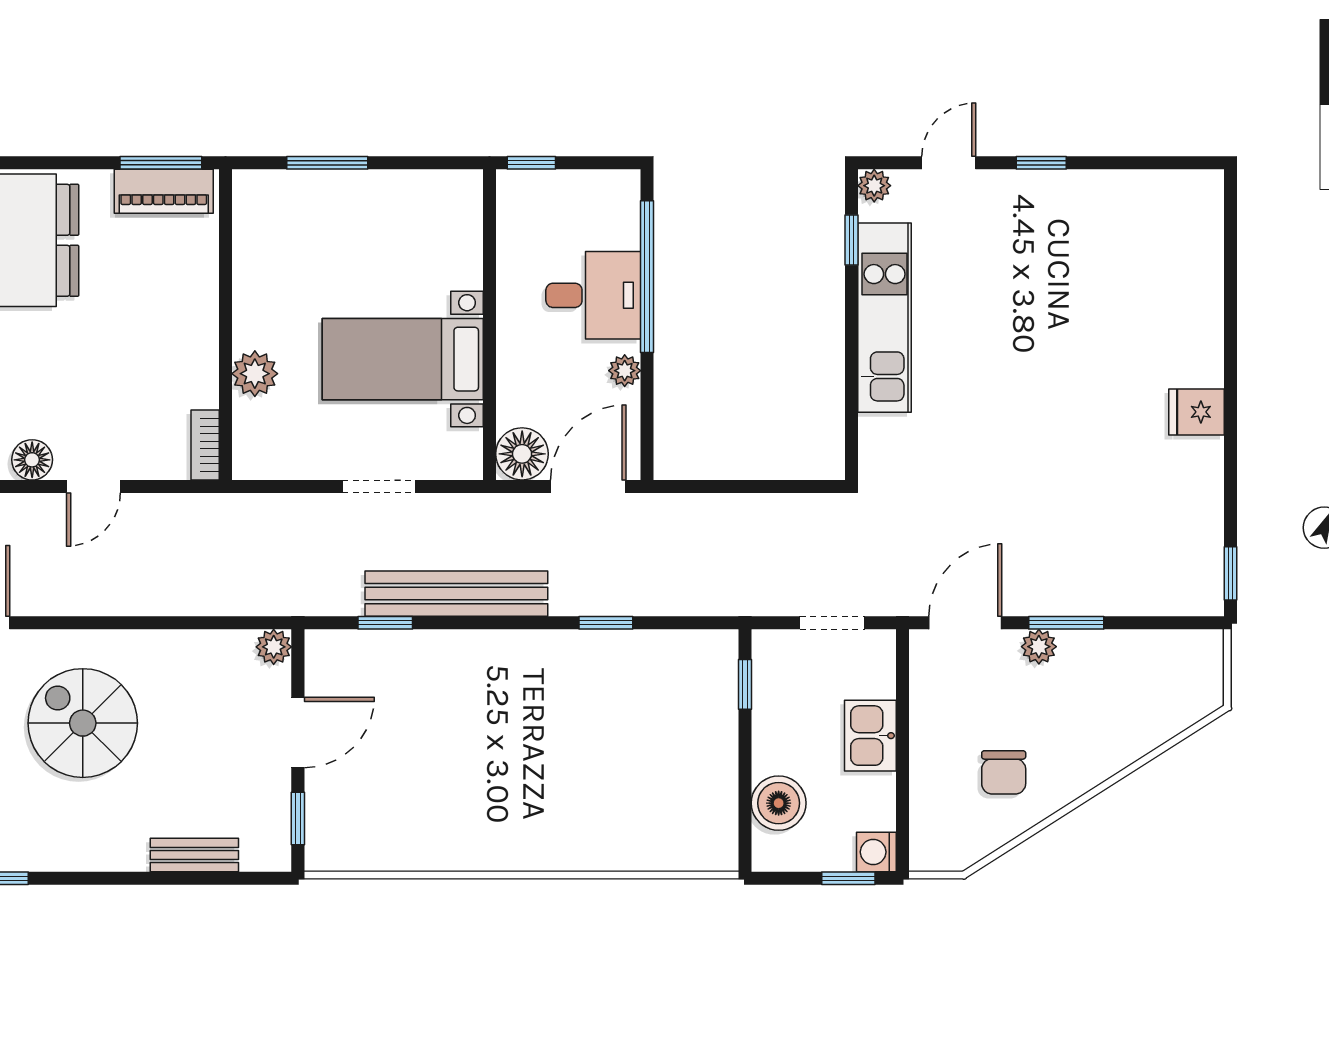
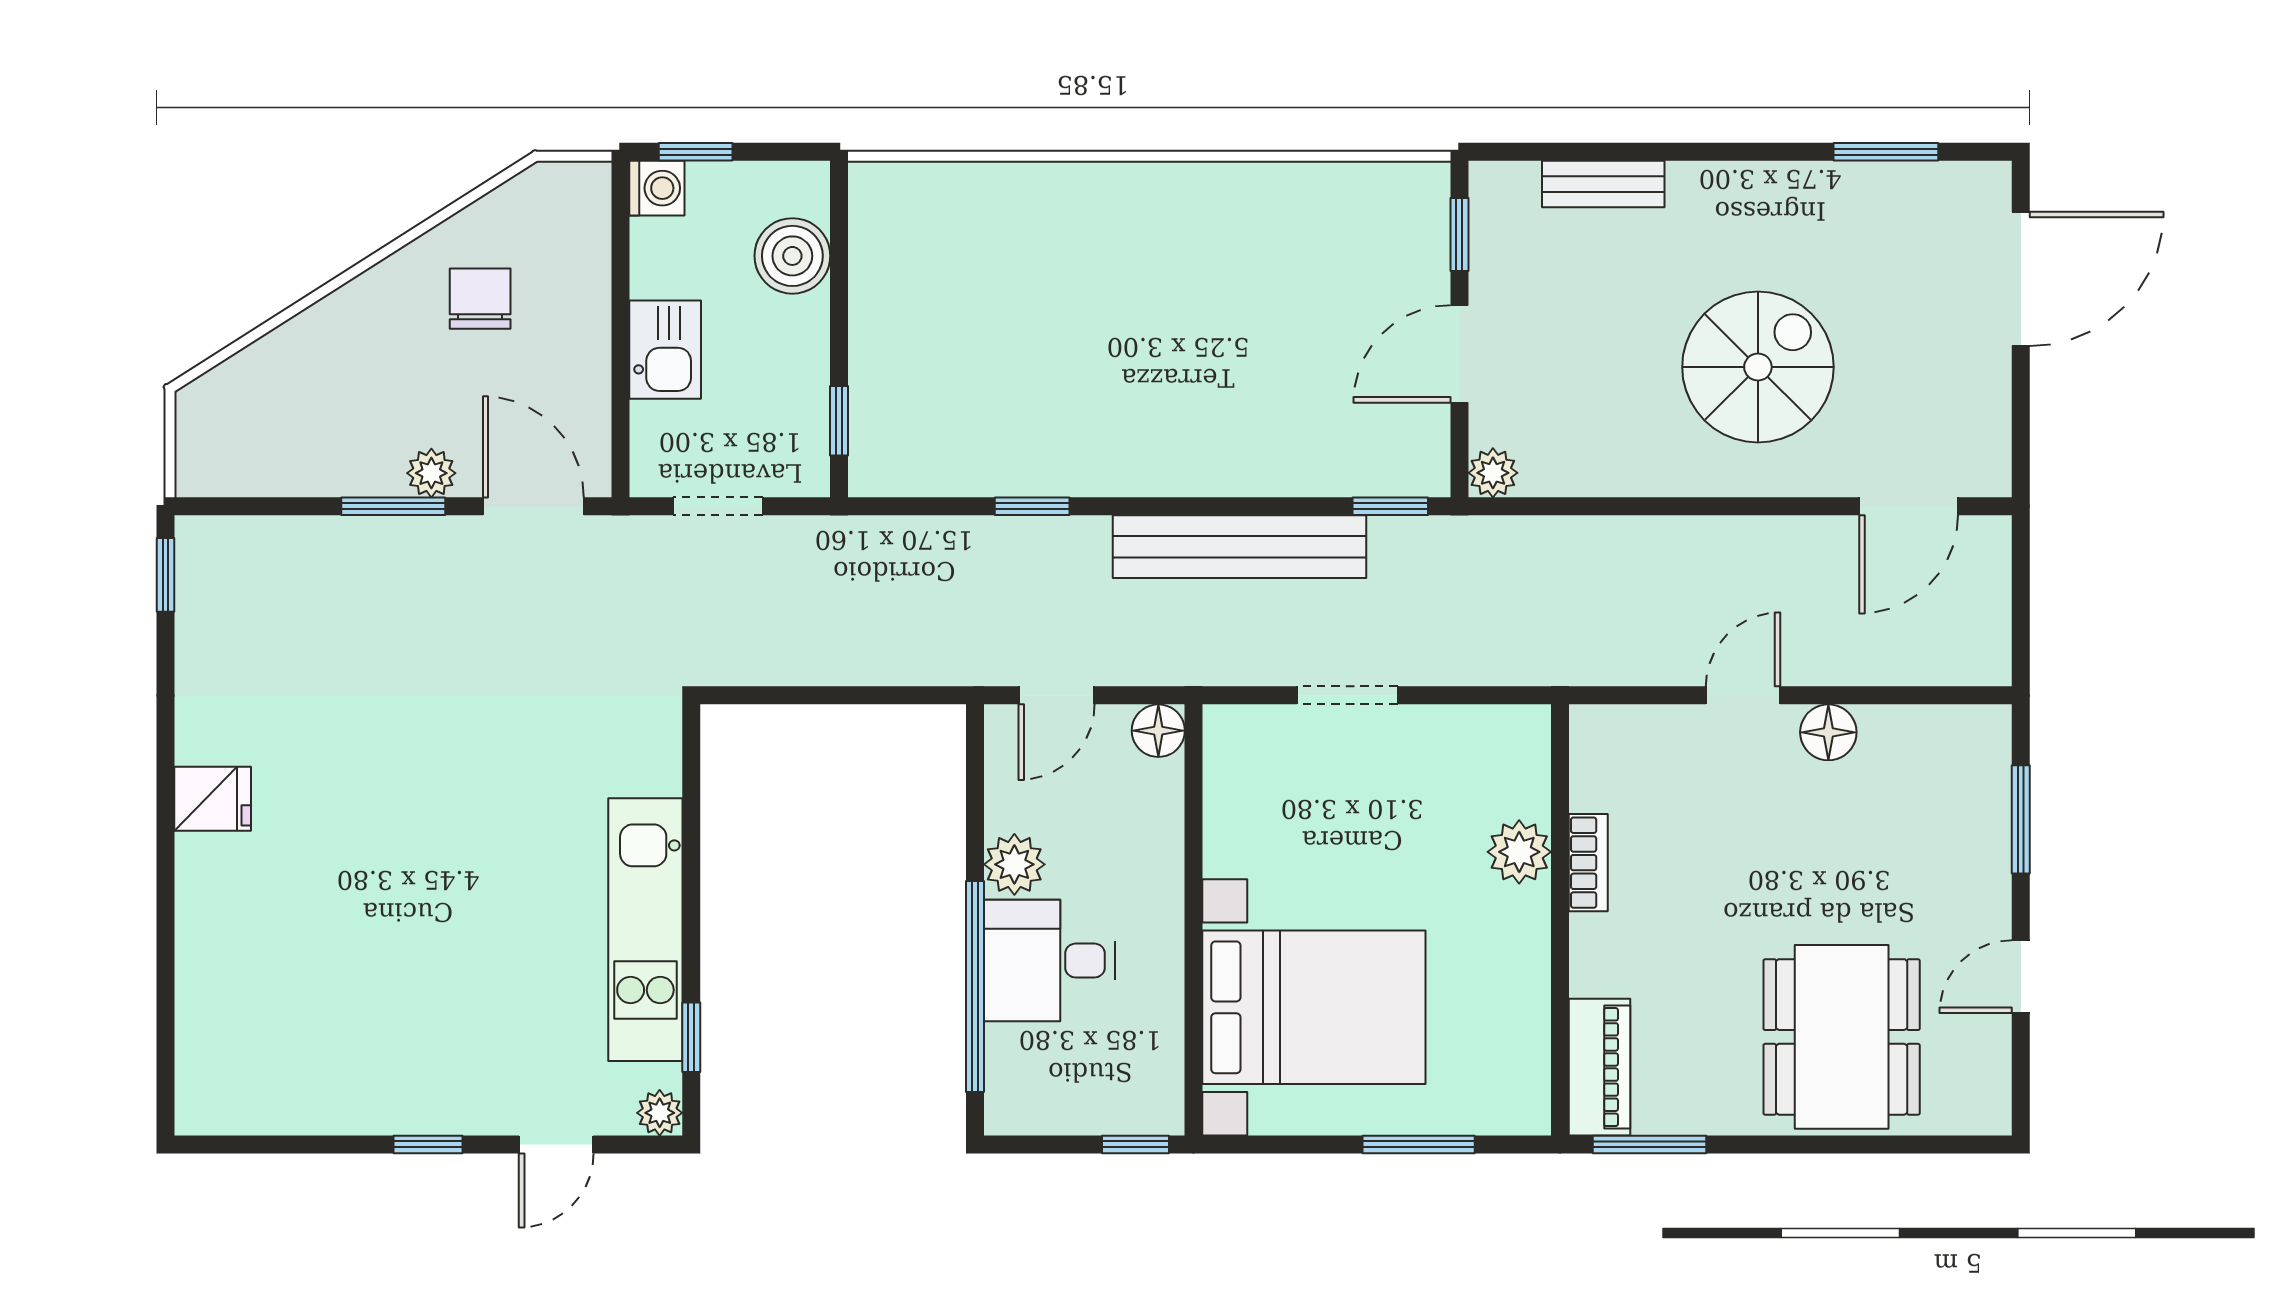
piano: (164, 191) -> (1599, 1067), moved, turned 90
bed with nightstands: (403, 359) -> (1314, 1007), moved, width x1.36
plant: (625, 371) -> (1014, 864), width x1.38, depth x1.38
bookcase: (205, 445) -> (1588, 863), moved
floor lamp: (522, 454) -> (1158, 731), width x0.73, depth x0.73
door: (588, 486) -> (1057, 695), width x0.73
window: (385, 623) -> (1390, 506), moved
door: (965, 623) -> (533, 506), swing flipped
spiral stairs: (83, 723) -> (1758, 367), turned -90

